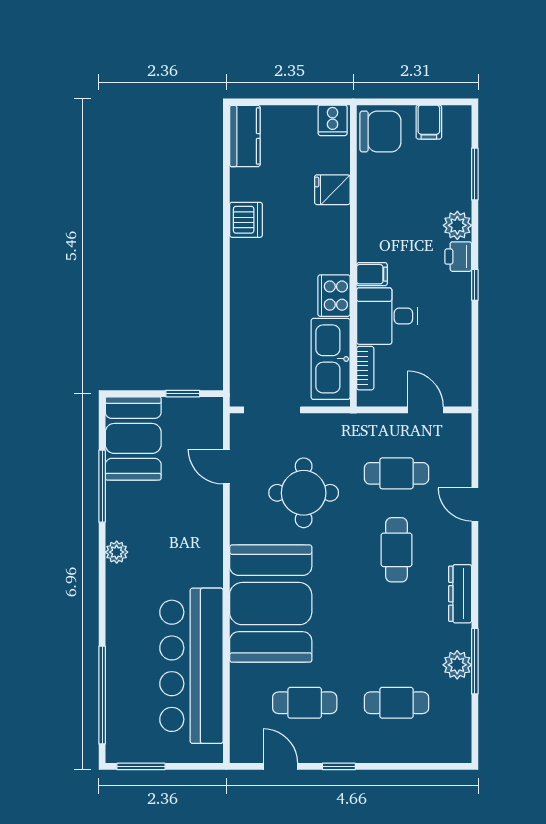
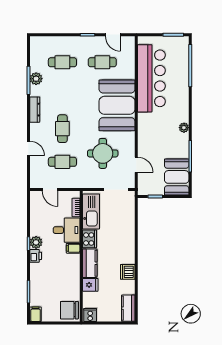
filing cabinet: (429, 122) -> (36, 314), moved
plant: (457, 225) -> (36, 242), moved
kitchen counter: (334, 240) -> (90, 263), added

